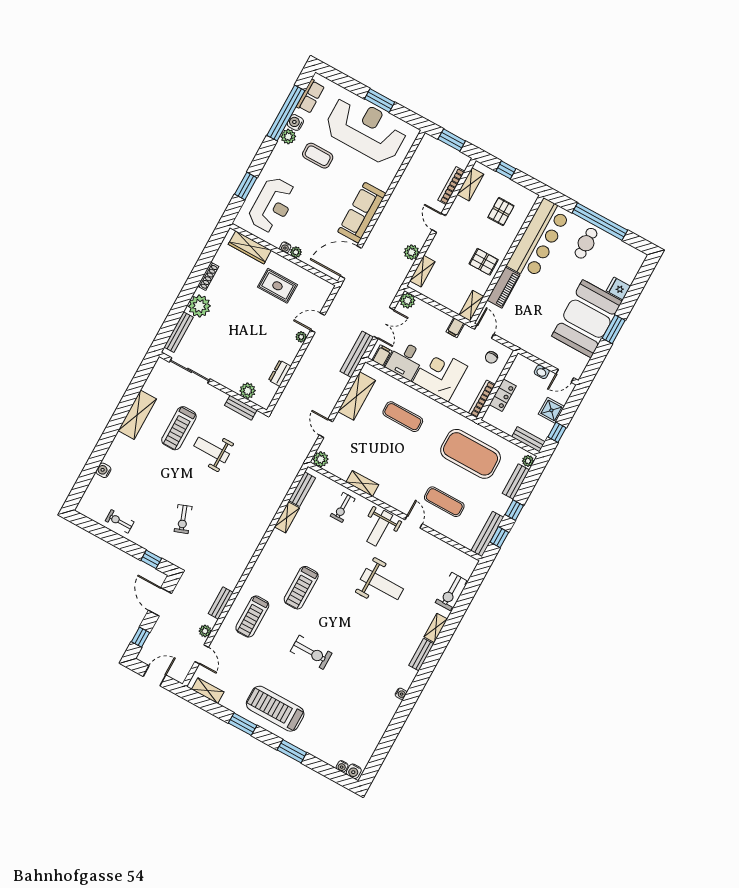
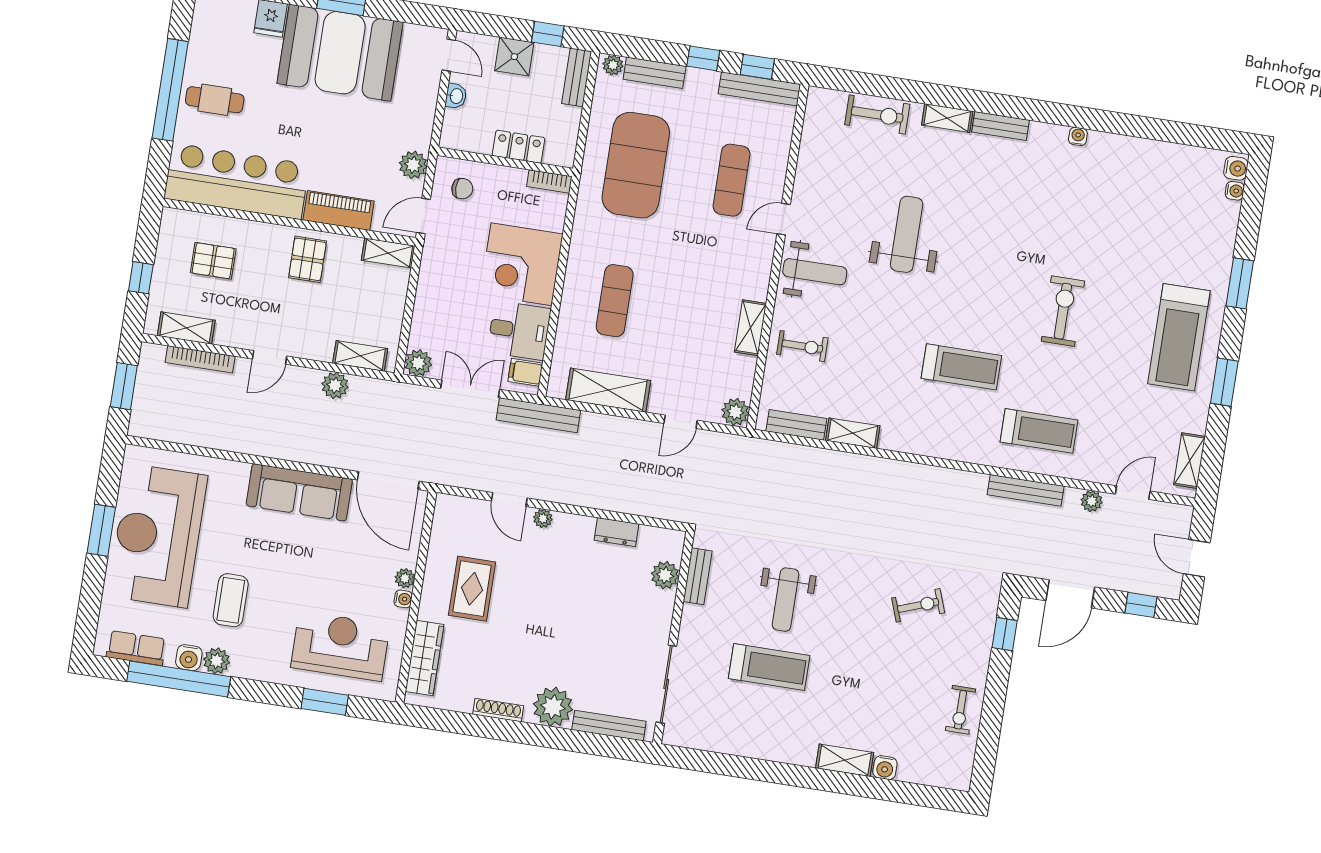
filing cabinet: (455, 328) -> (434, 267), removed
plant: (513, 336) -> (413, 165), added
bookcase: (482, 399) -> (549, 181), width x0.64
shelving: (137, 415) -> (845, 760), moved, width x0.67, depth x0.75
bench: (221, 603) -> (1026, 490), width x1.36

